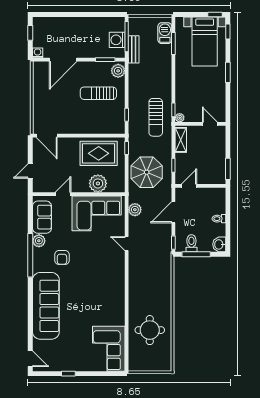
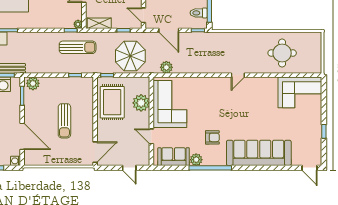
sun lounger: (98, 93) -> (64, 121), moved
door: (127, 244) -> (238, 75), moved
door: (30, 359) -> (310, 168), swing flipped

